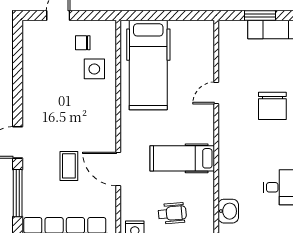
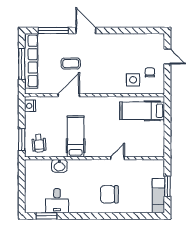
hospital bed: (148, 65) -> (142, 111), width x0.73, depth x0.78
door: (216, 93) -> (118, 158), hinge flipped
washbasin: (228, 211) -> (59, 166), moved
wheelchair: (172, 213) -> (39, 143), moved

